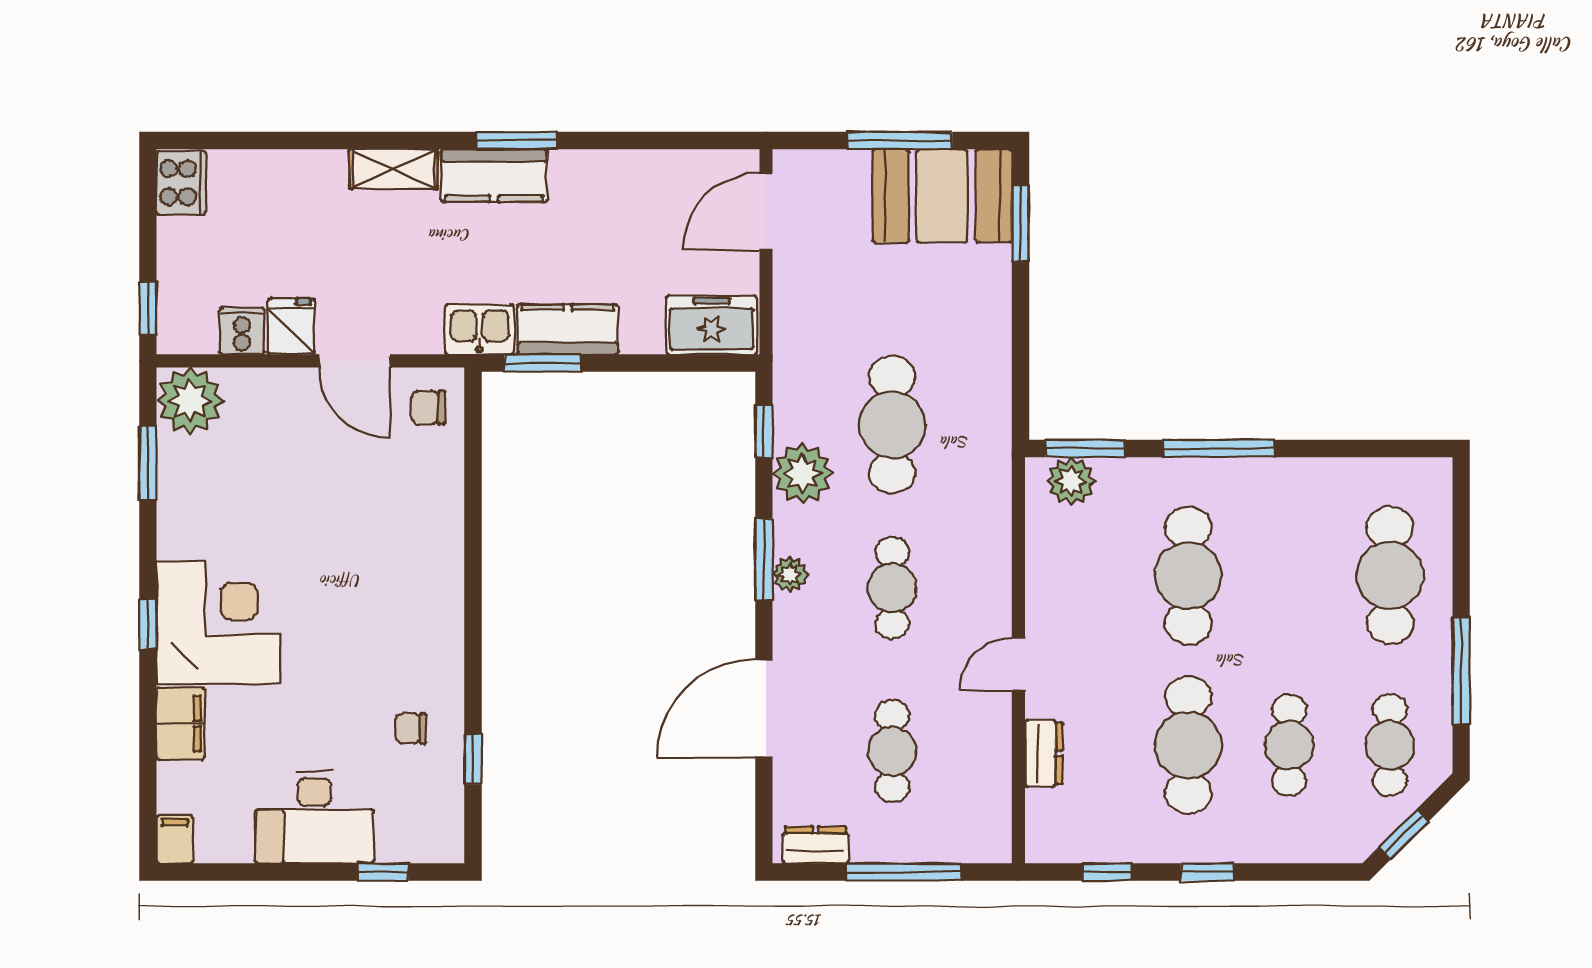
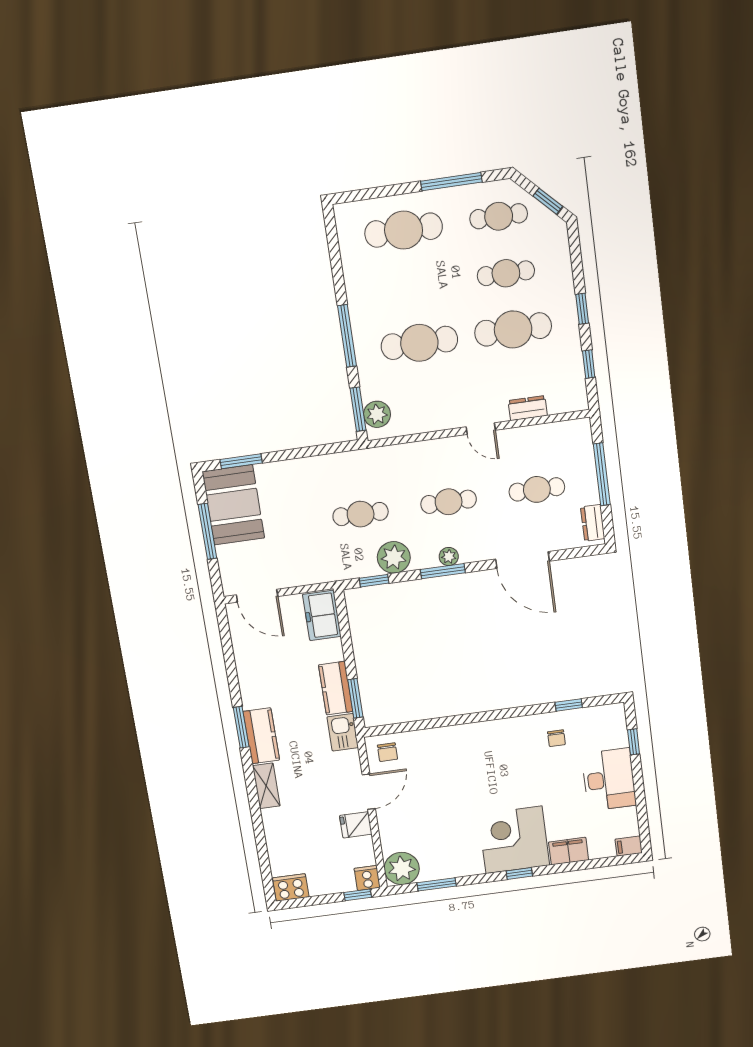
cooker: (242, 331) -> (367, 878), moved, turned 90
cafe table: (892, 425) -> (361, 514), width x0.73, depth x0.74

